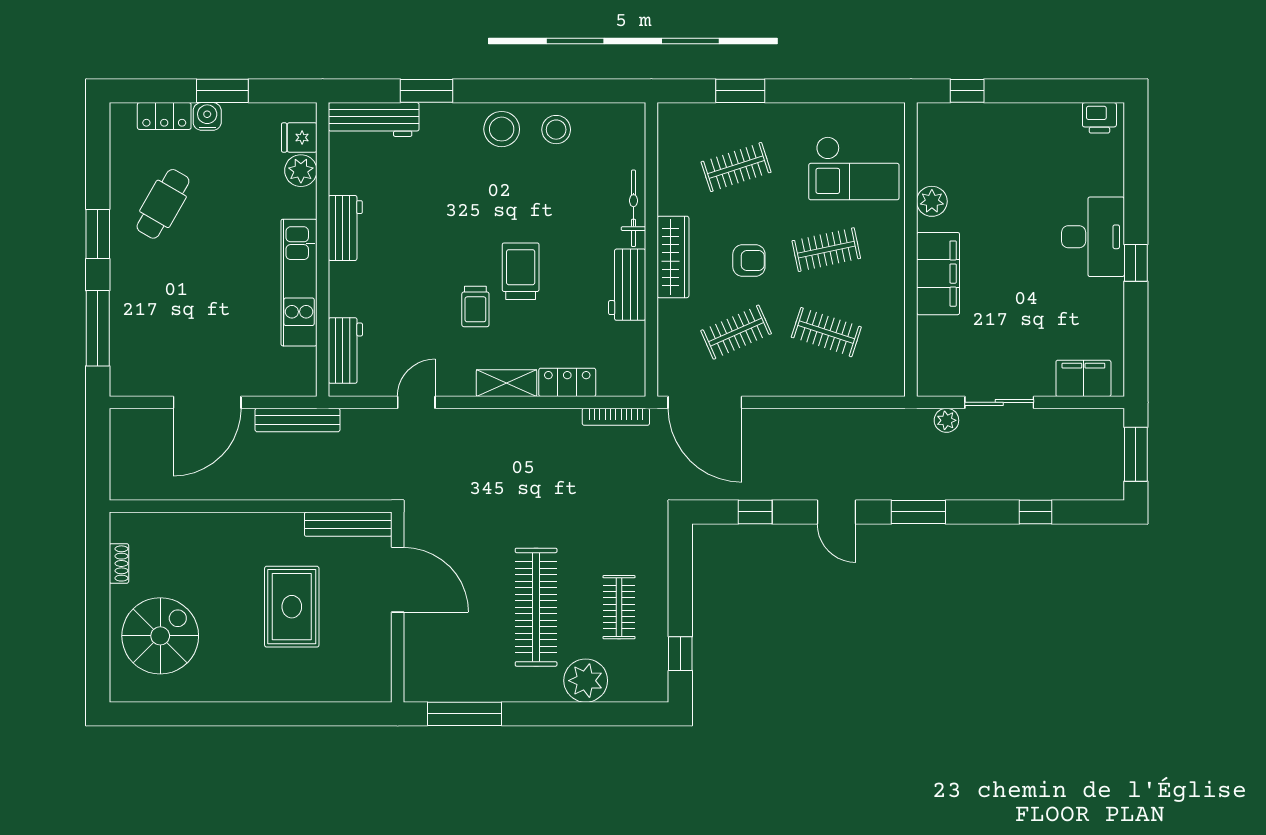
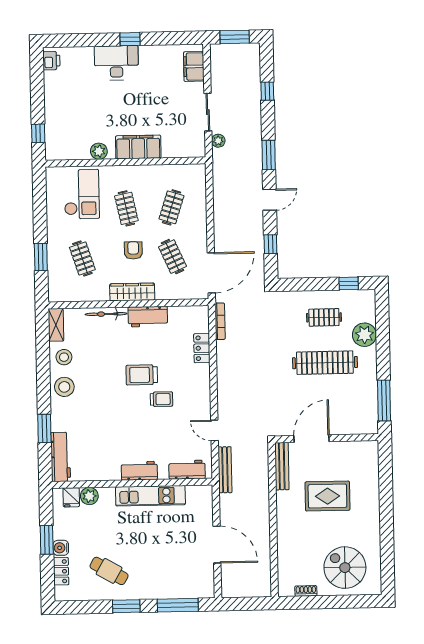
workbench: (345, 228) -> (139, 471), moved
shelving: (506, 383) -> (56, 325), moved
bench: (297, 420) -> (225, 470), moved

